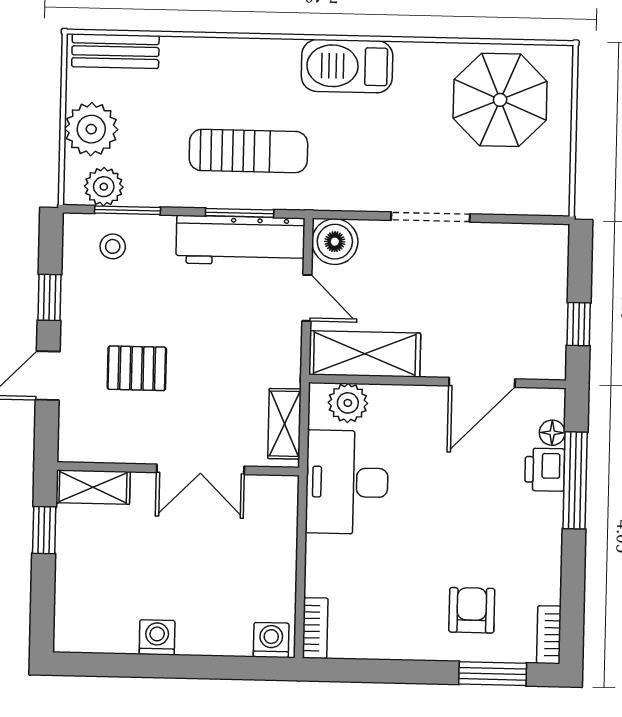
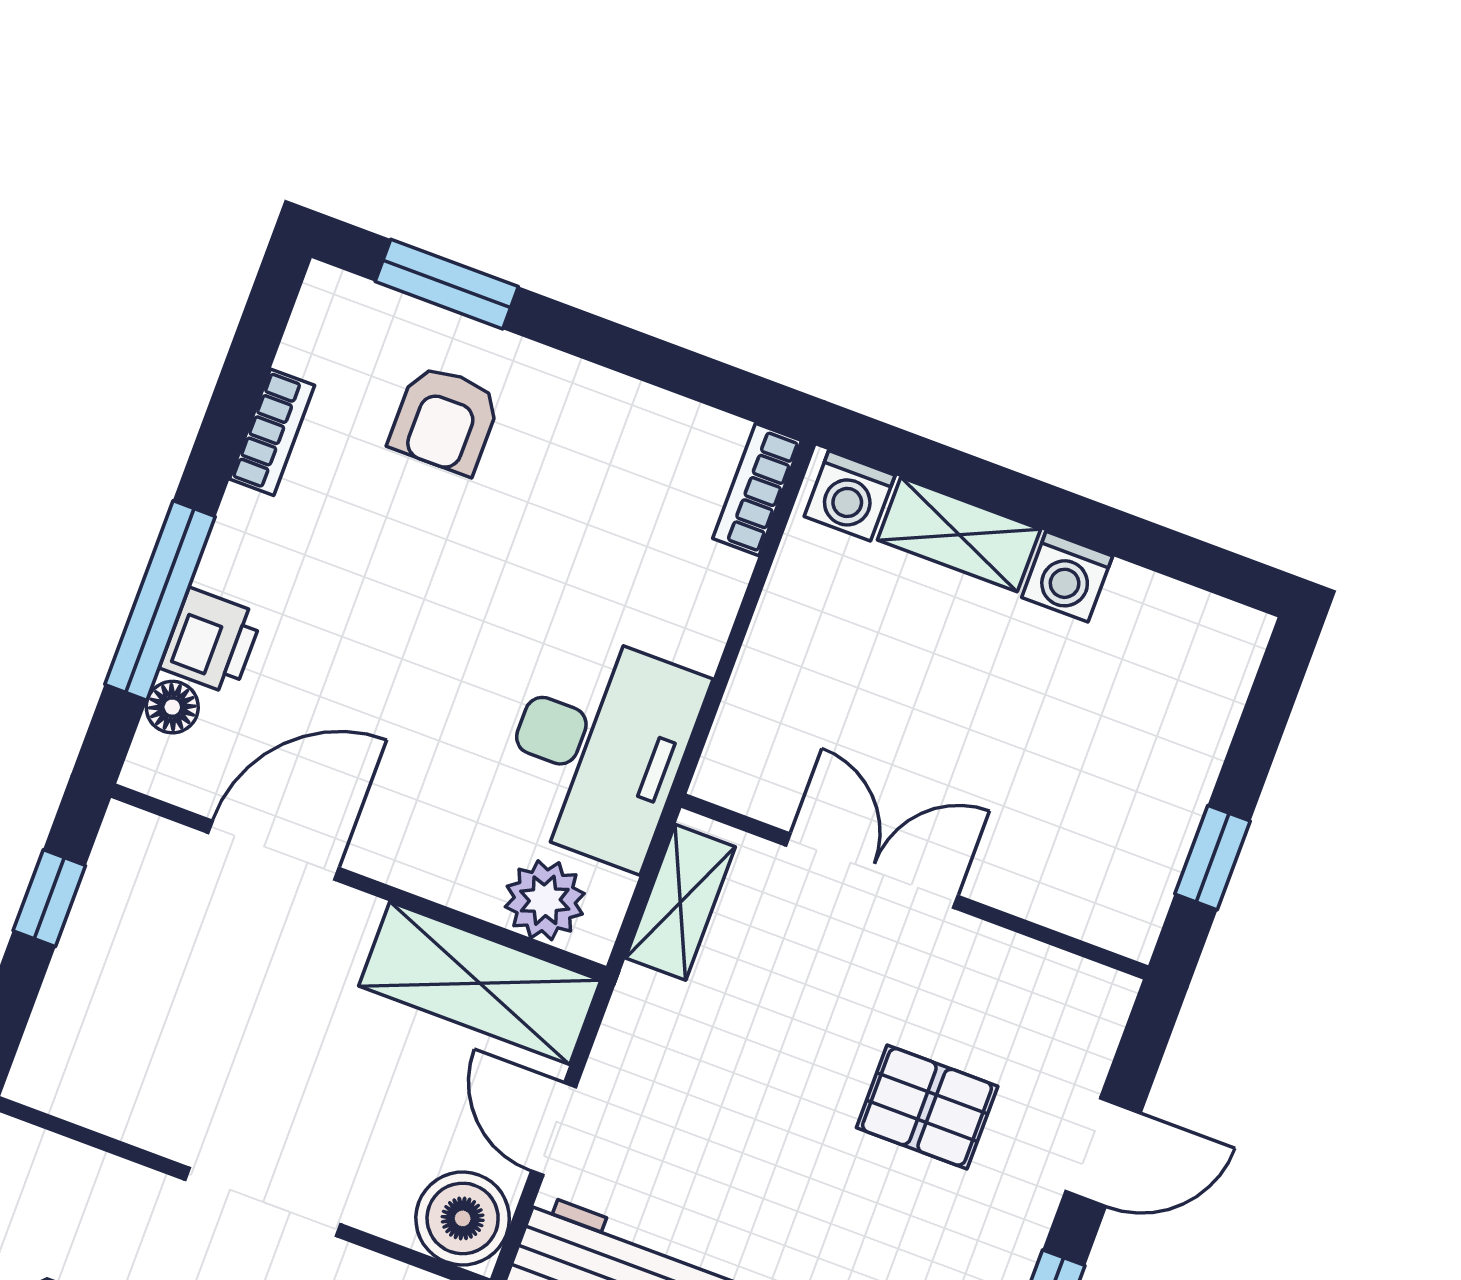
shelving: (93, 487) -> (959, 535), moved
bookcase: (549, 635) -> (272, 432), moved

